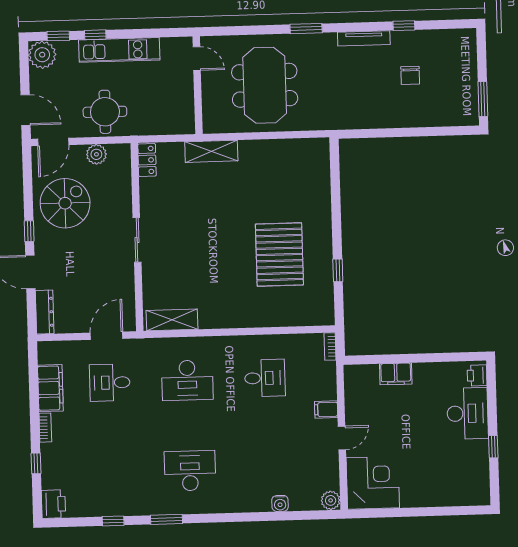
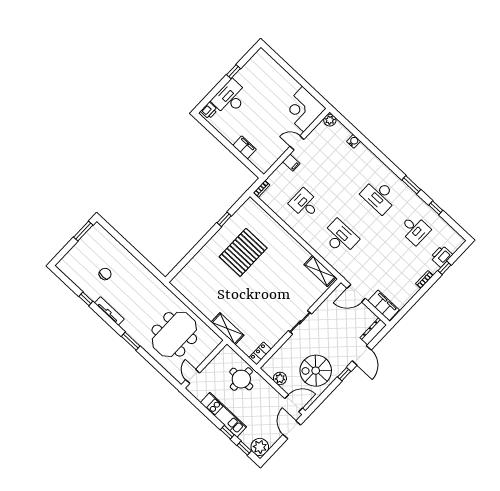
round table: (105, 112) -> (241, 379), moved
desk: (110, 383) -> (415, 229), moved
filing cabinet: (50, 388) -> (384, 305), moved, turned 90
printer: (53, 504) -> (441, 256), moved

